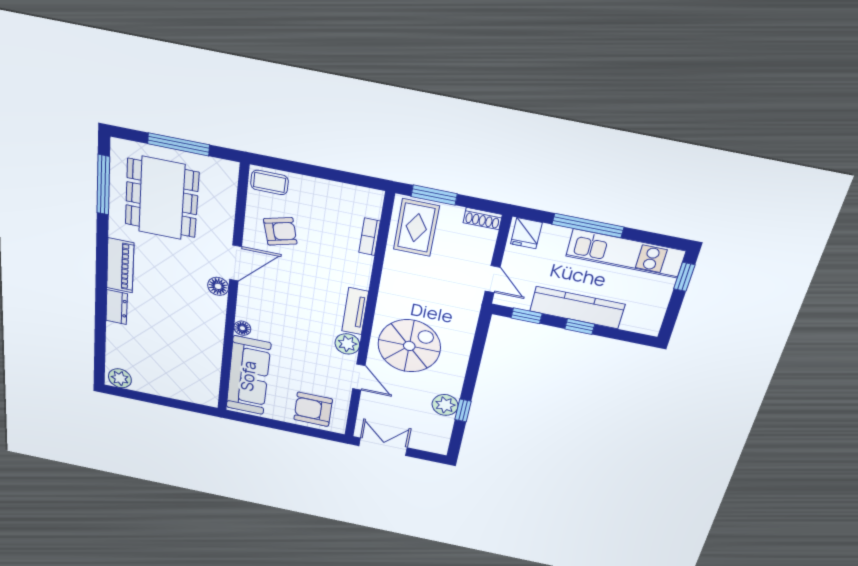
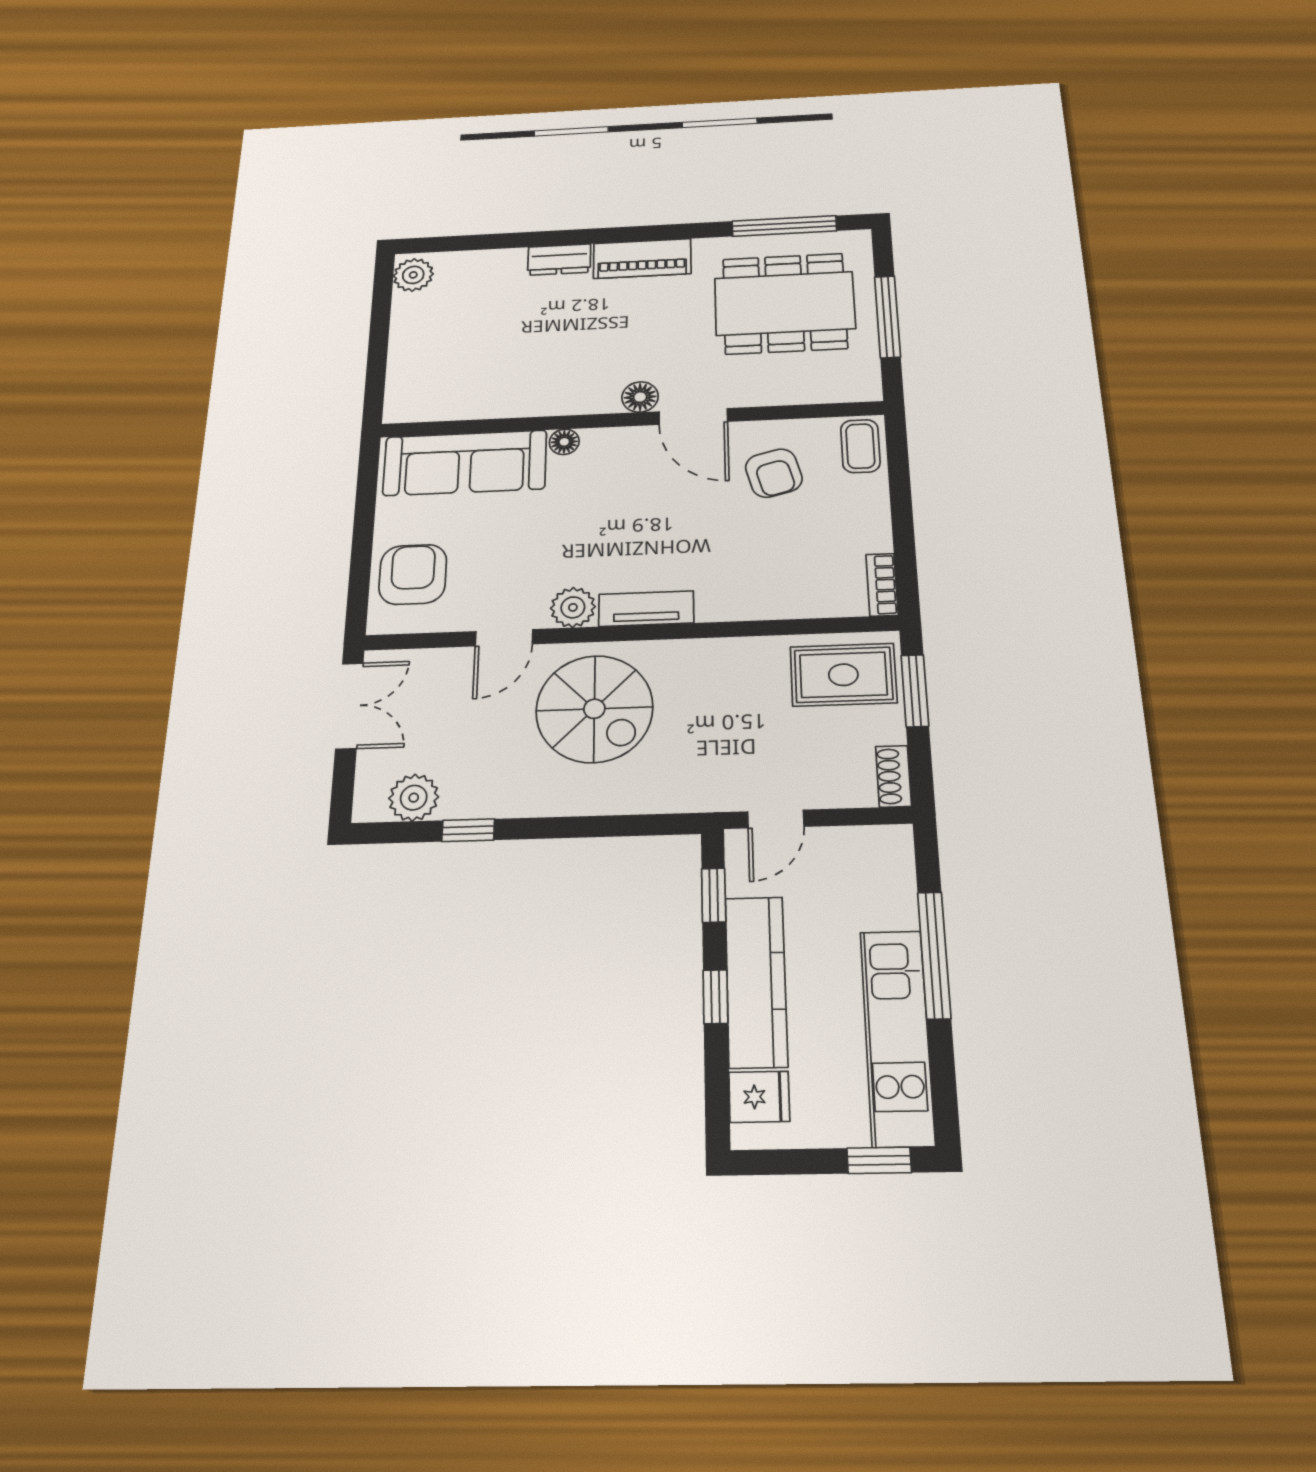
fridge: (526, 233) -> (759, 1097), moved, turned 180
bookcase: (370, 237) -> (882, 585), moved, turned -90
plant: (445, 405) -> (414, 798), moved

